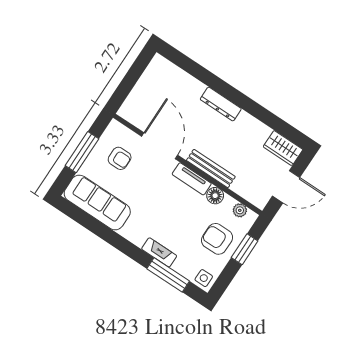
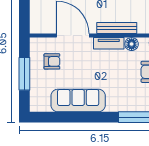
sofa: (97, 203) -> (78, 100), moved
fireplace: (159, 252) -> (120, 106), removed

